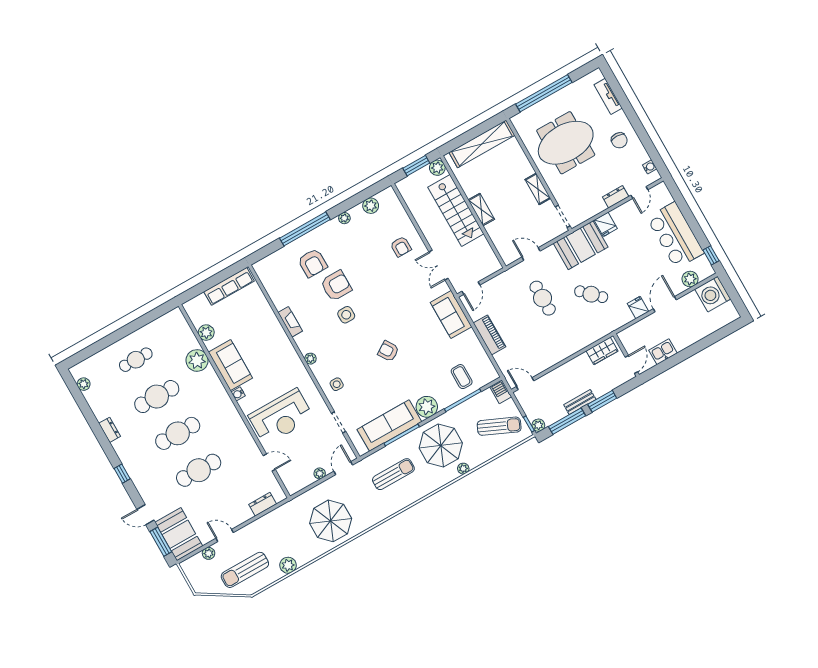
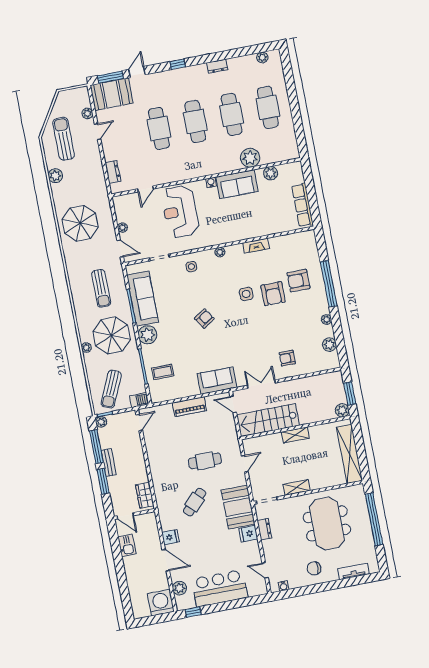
dresser: (616, 197) -> (264, 529), moved
stairs: (456, 211) -> (268, 420), moved
cafe table: (136, 360) -> (268, 107), width x1.37, depth x1.35

